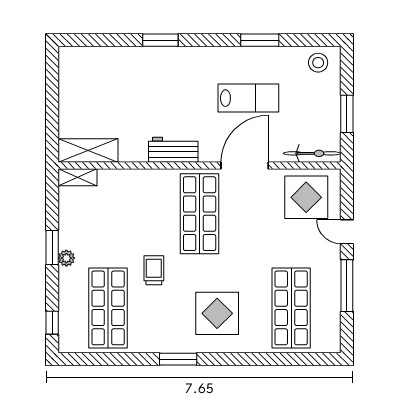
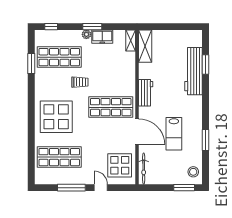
window: (160, 40) -> (206, 65), moved
workbench: (134, 62) -> (194, 71), added
window: (347, 114) -> (184, 188), moved
freezer: (71, 229) -> (102, 37), added
door: (347, 232) -> (101, 188), hinge flipped
display table: (217, 313) -> (56, 117), width x1.36, depth x1.36
window: (178, 359) -> (31, 64), moved

